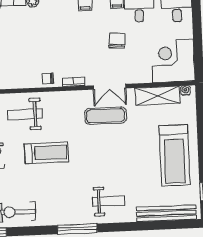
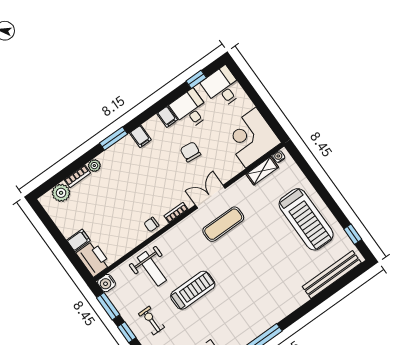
double door: (110, 87) -> (210, 197), swing flipped
shelving: (158, 96) -> (262, 171), width x0.67, depth x0.75
weight bench: (25, 114) -> (152, 269), turned -90
weight bench: (109, 201) -> (275, 297), removed

